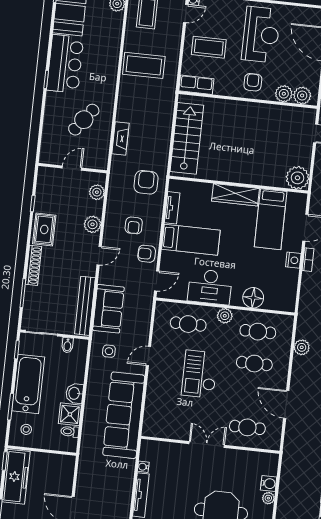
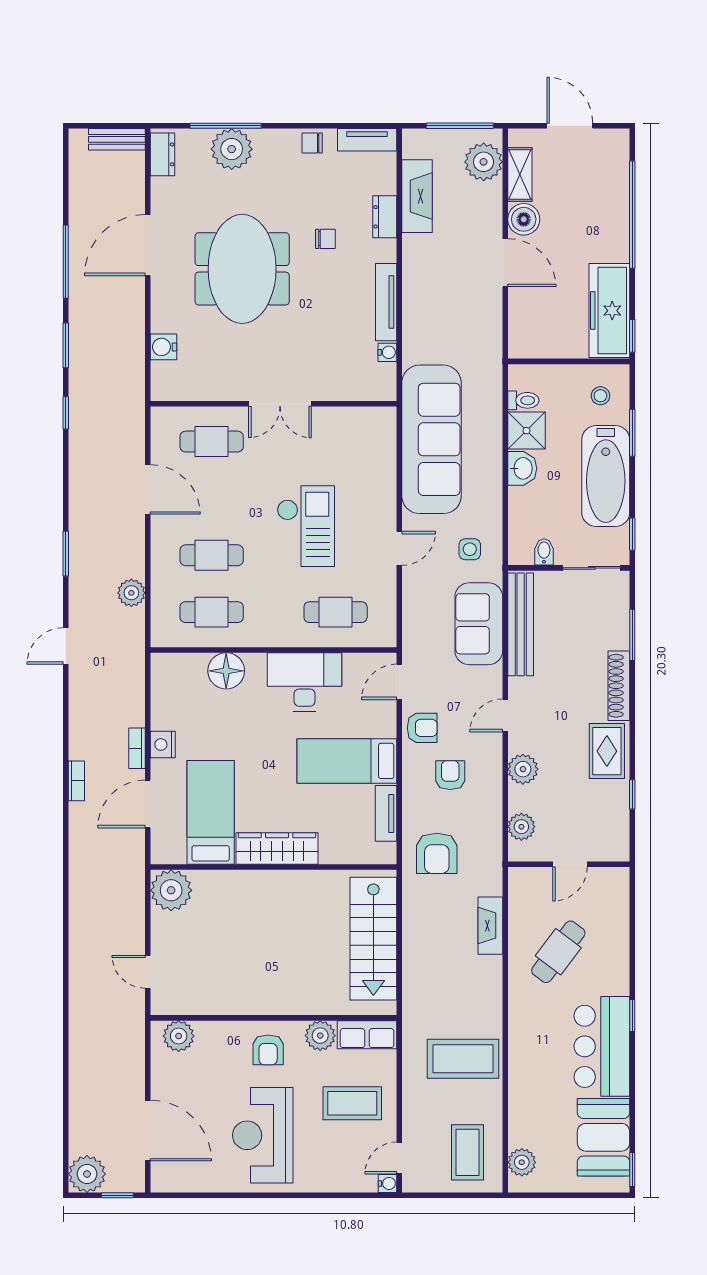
plant: (284, 94) -> (320, 1036), moved
plant: (225, 316) -> (273, 634), removed
plant: (268, 498) -> (161, 321), removed

